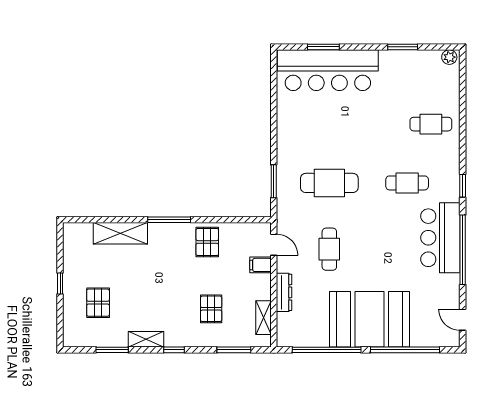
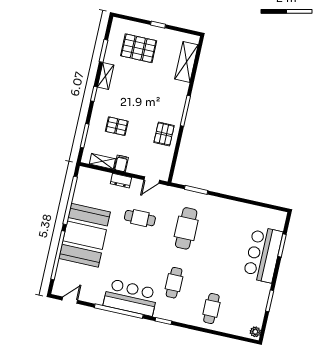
bar counter: (328, 70) -> (263, 254), width x0.73
shelving: (120, 233) -> (186, 62), moved
pallet: (207, 242) -> (164, 134), turned 90
filing cabinet: (260, 265) -> (121, 163), moved
dresser: (284, 292) -> (121, 181), width x0.70
pallet: (98, 303) -> (139, 48), width x1.50, depth x1.42

